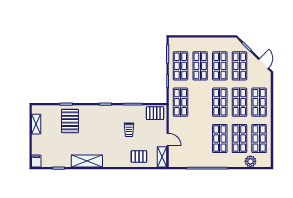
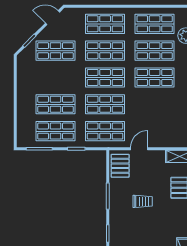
shop shelf: (220, 66) -> (105, 104), moved
door: (168, 139) -> (139, 149), moved

